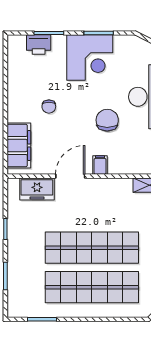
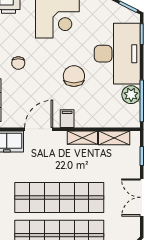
shelving: (116, 185) -> (82, 138), added

